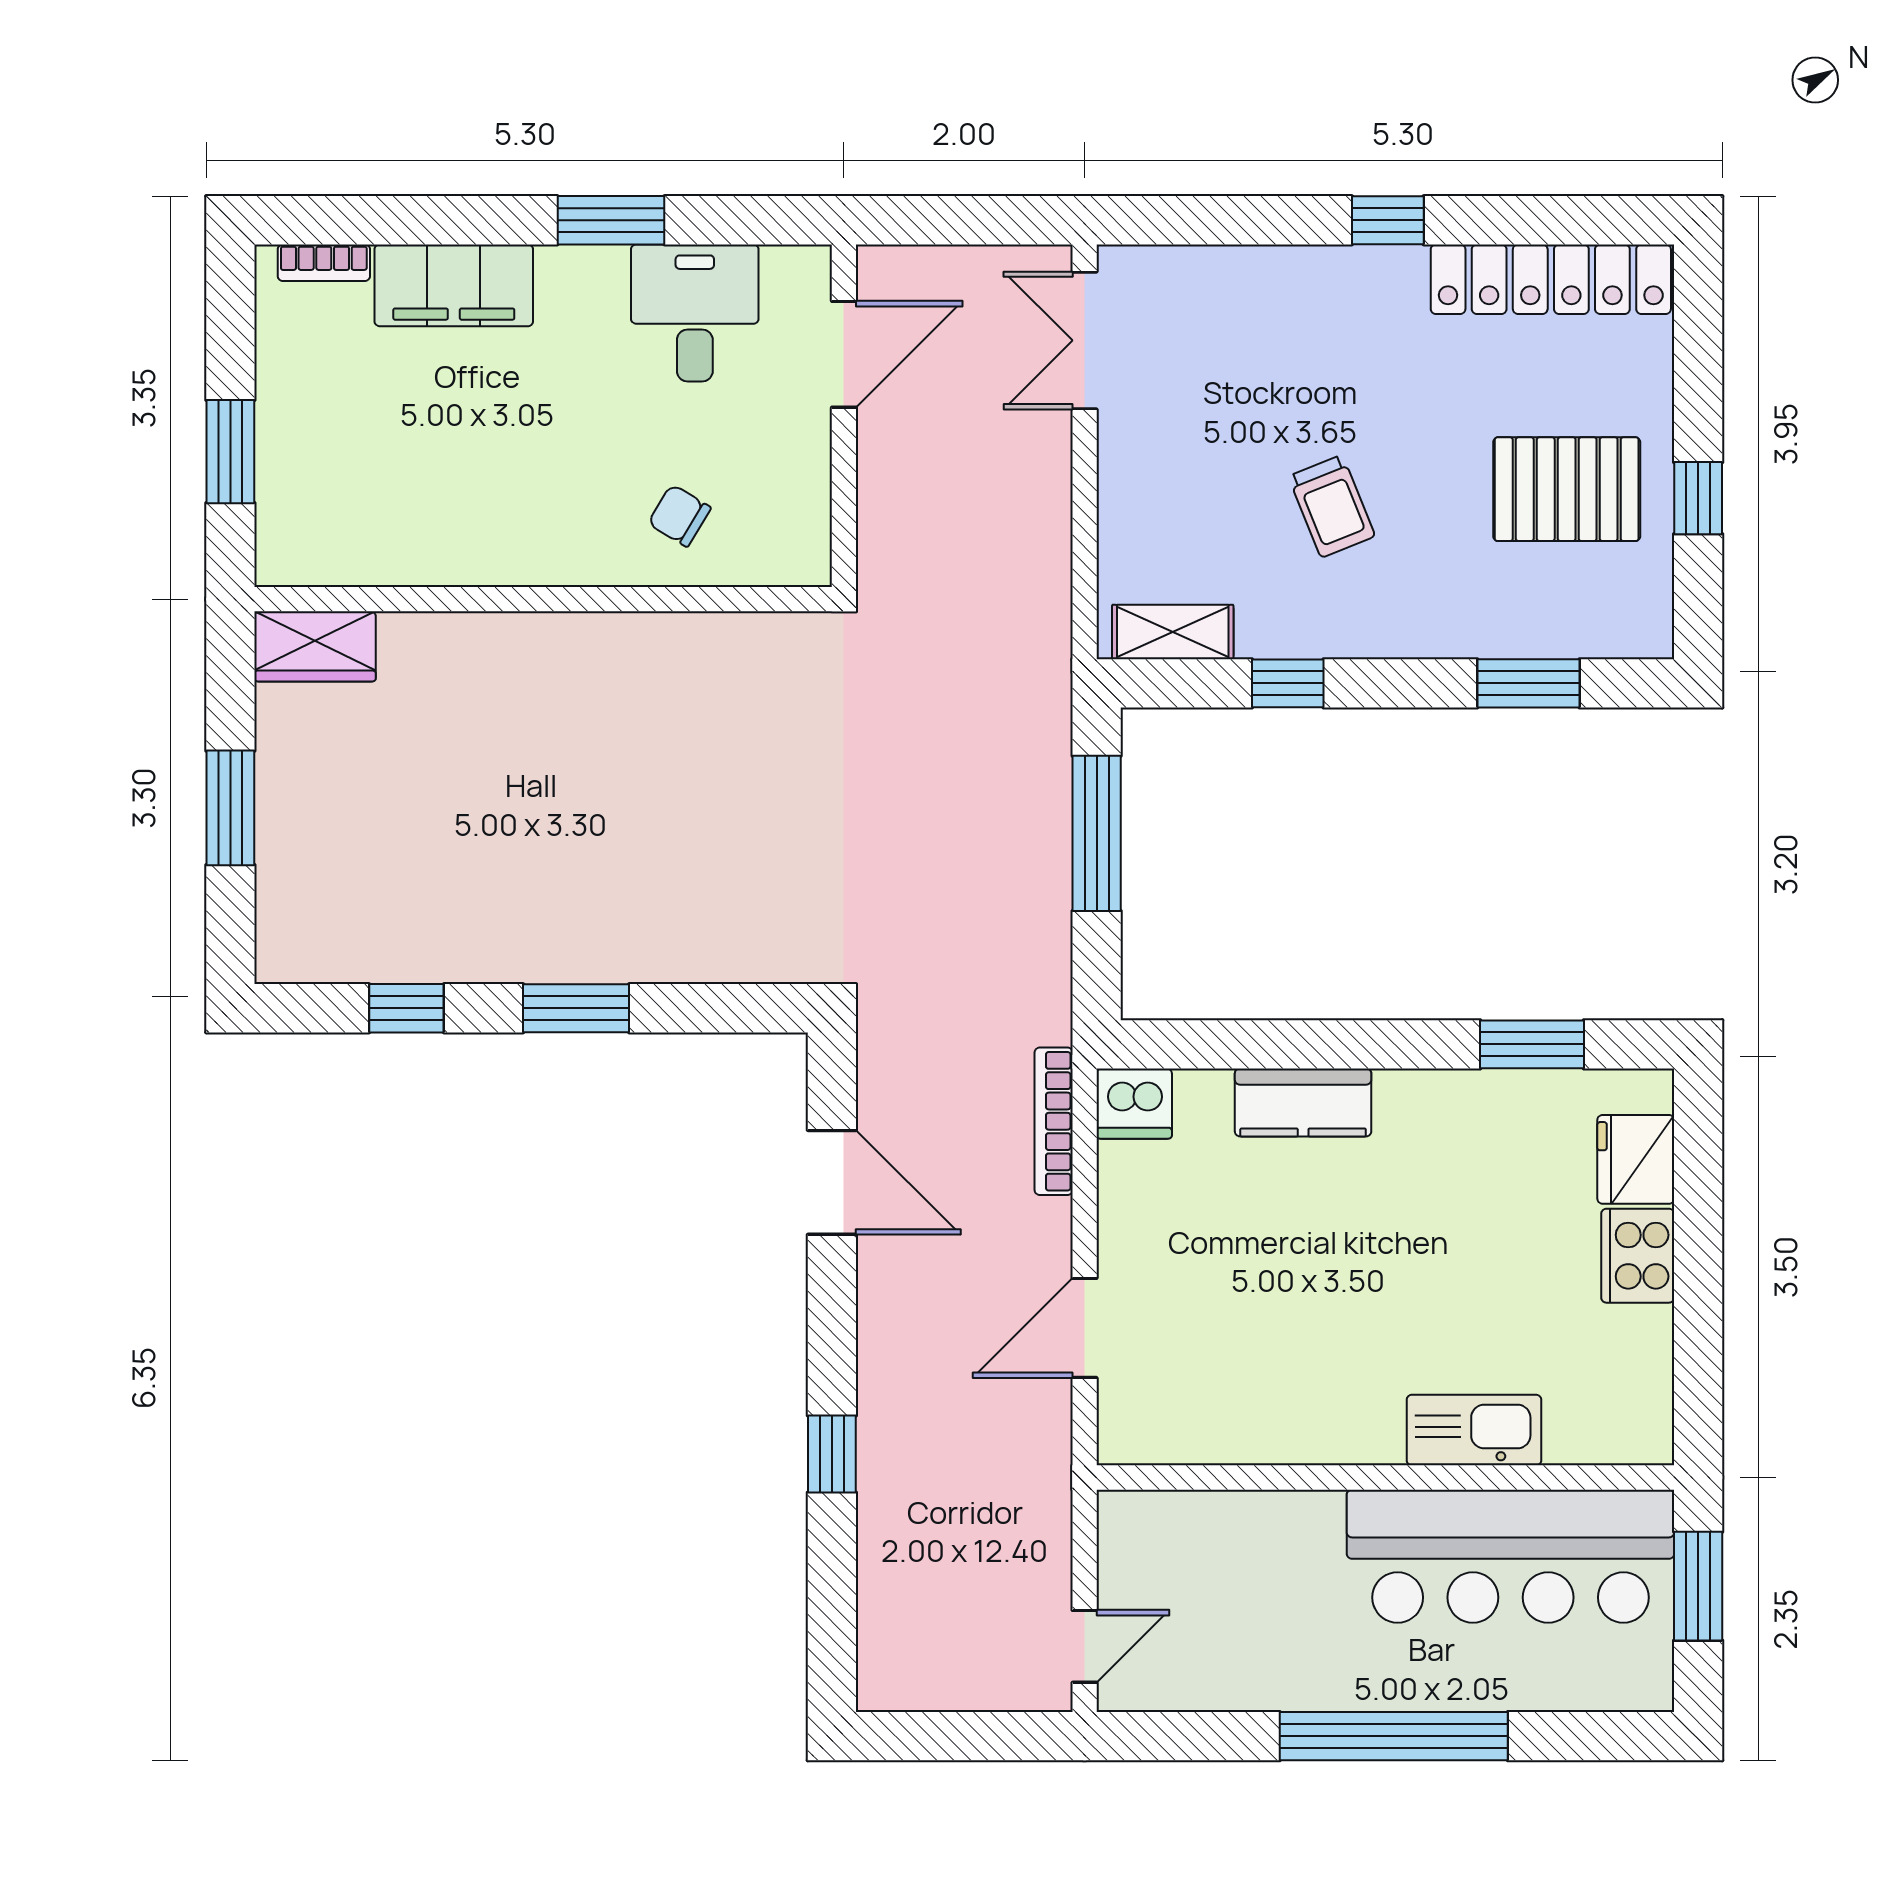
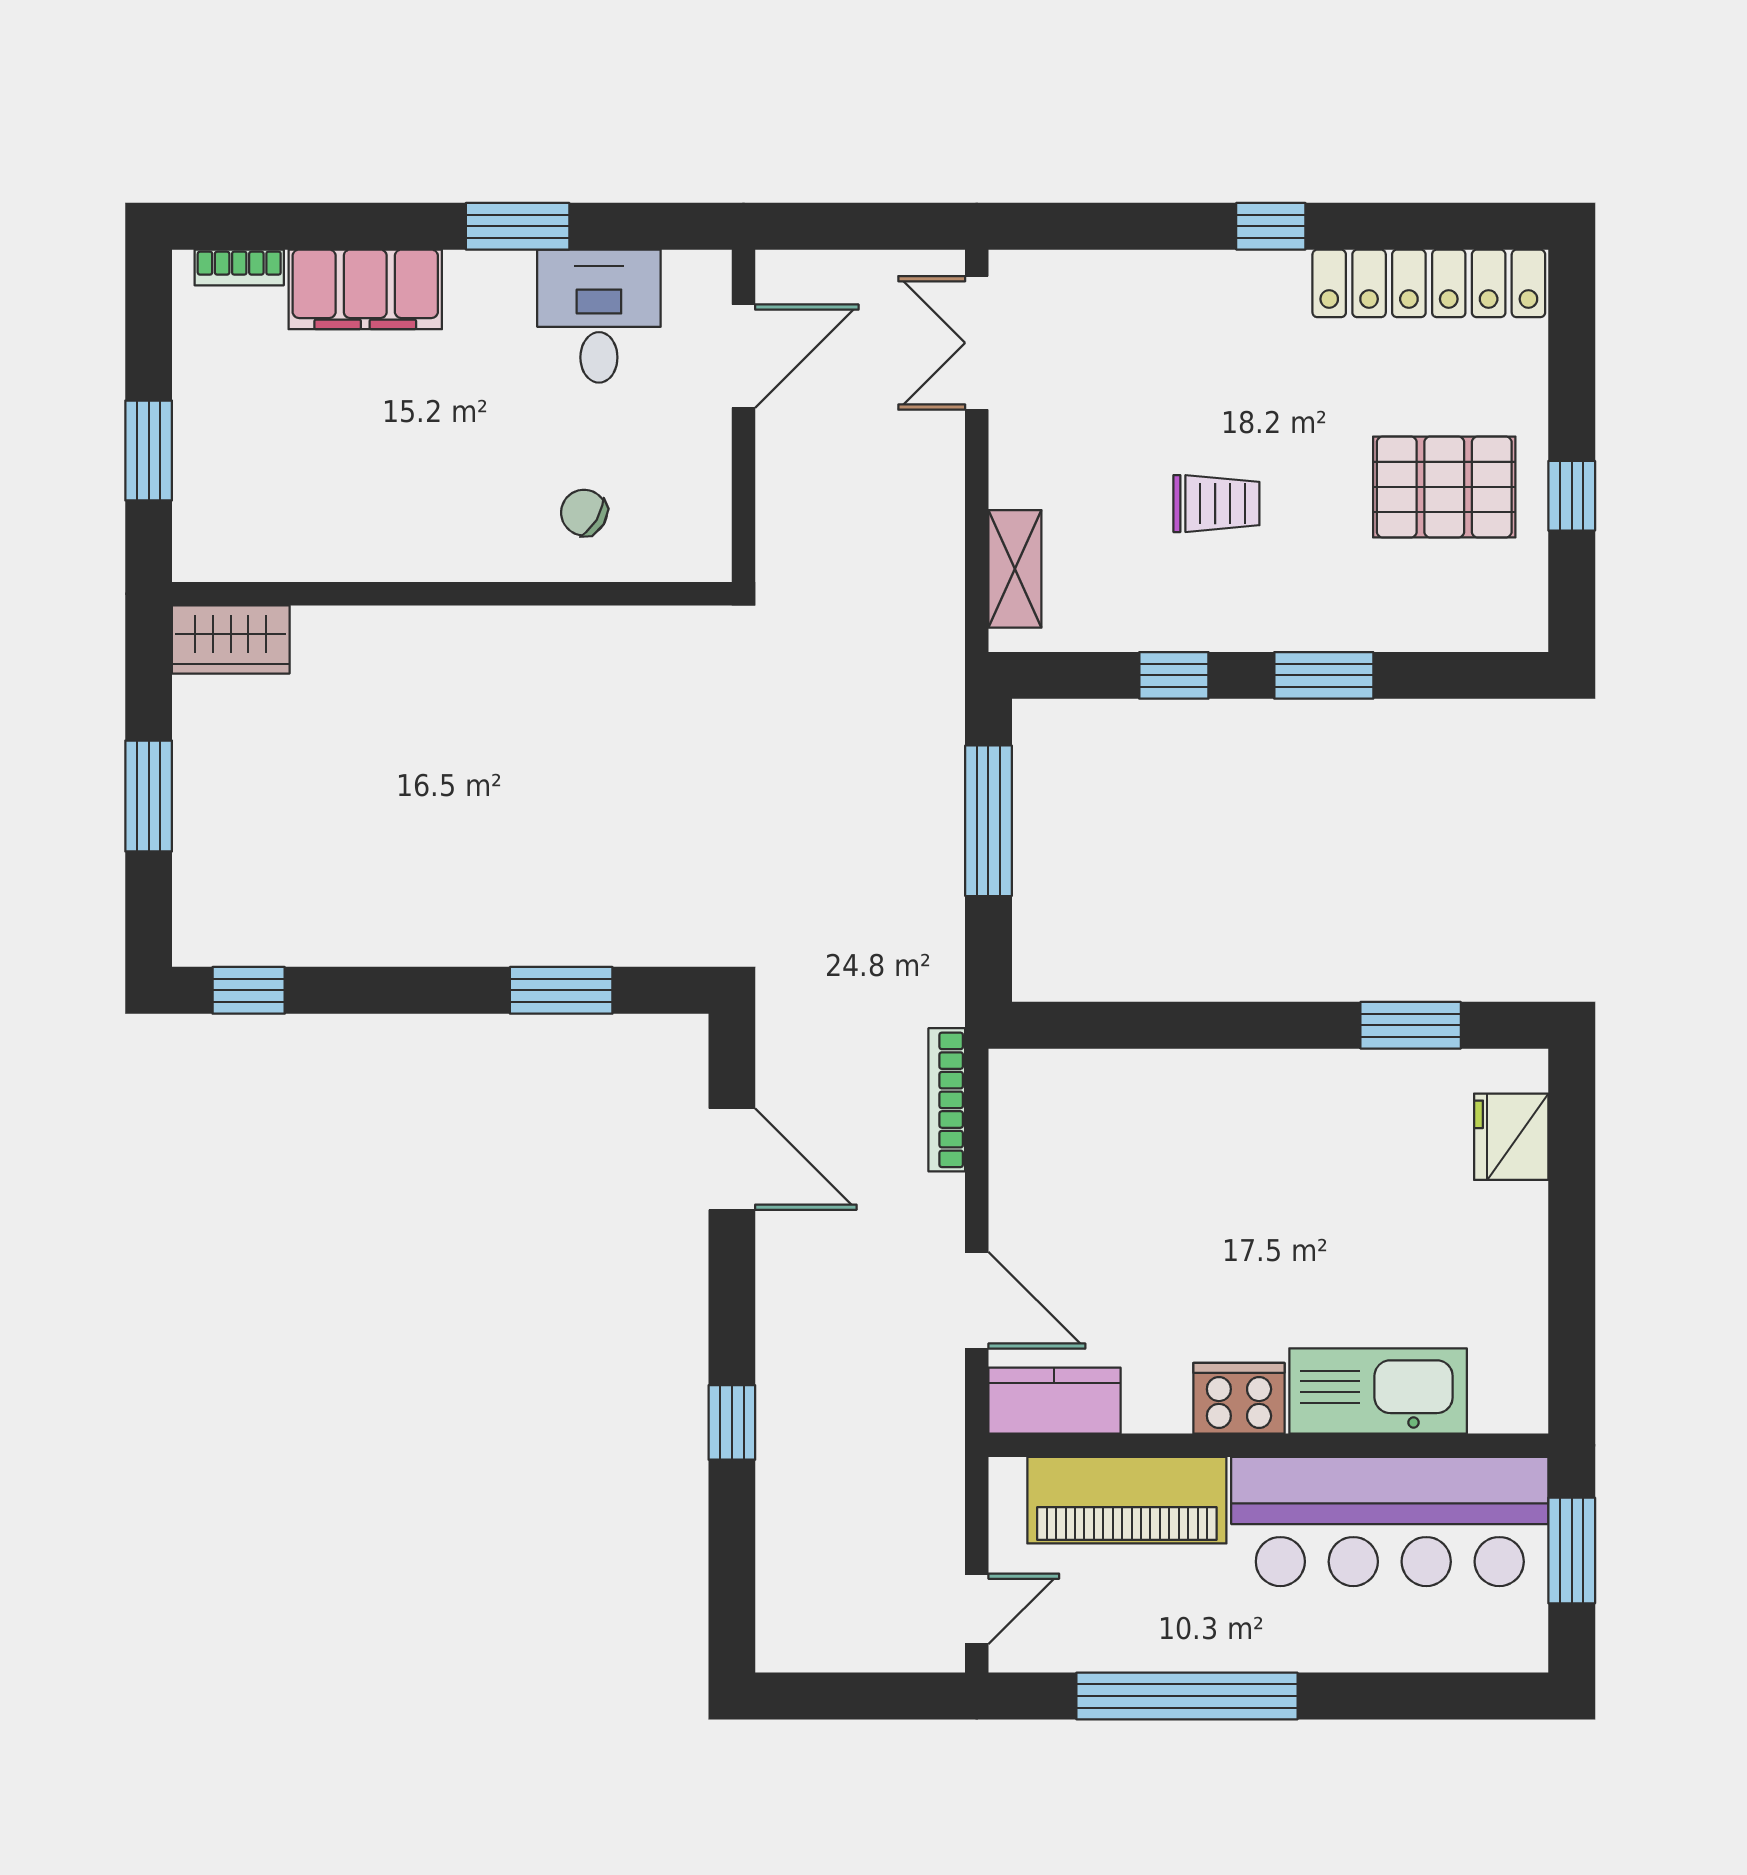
trolley: (1332, 506) -> (1216, 504), turned -68
shelving: (1173, 632) -> (1015, 569), moved, turned 90
window: (1528, 683) -> (1324, 675), moved
window: (406, 1008) -> (249, 990), moved
window: (576, 1008) -> (561, 990), moved
kitchen counter: (1303, 1102) -> (1054, 1401), moved, turned 180
dishwasher: (1134, 1104) -> (1025, 1083), removed
cooker: (1638, 1256) -> (1239, 1398), moved, turned 90
door: (1085, 1328) -> (977, 1300), swing flipped
kitchen sink: (1474, 1430) -> (1378, 1391), width x1.36, depth x1.24
piano: (1239, 1534) -> (1127, 1500), added
window: (1394, 1736) -> (1187, 1696), moved

